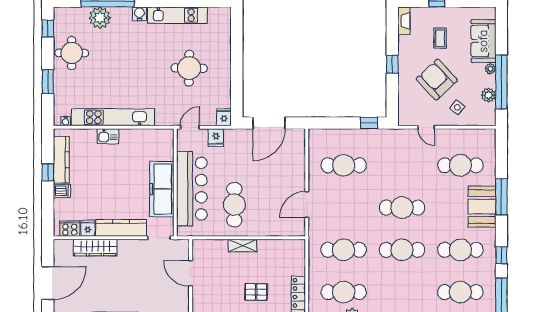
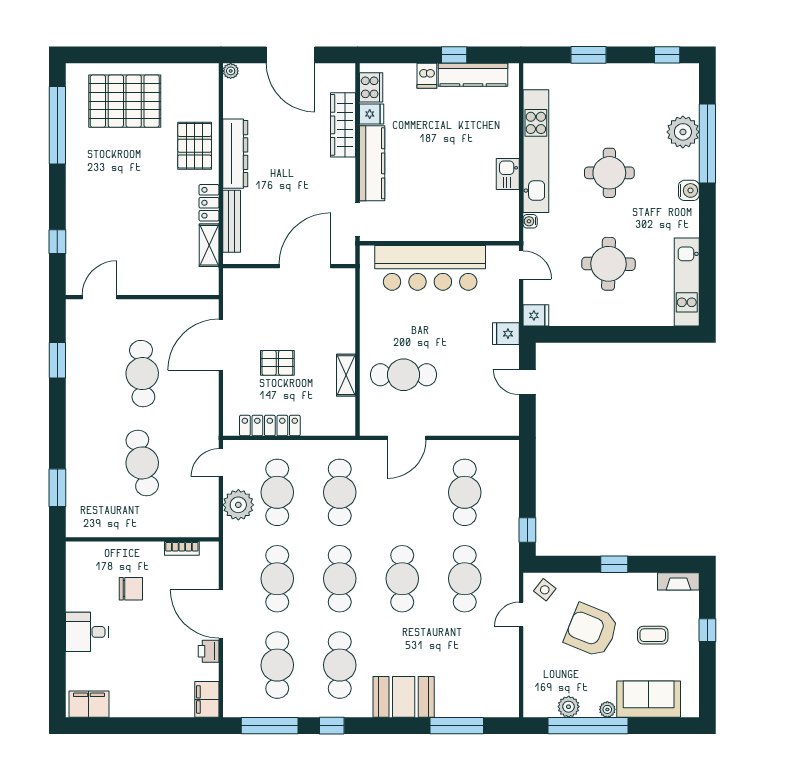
kitchen unit: (177, 15) -> (687, 282), moved
round table: (72, 53) -> (609, 173), moved
armchair: (437, 80) -> (591, 630), turned -115
side table: (457, 107) -> (545, 590), moved
water cooler: (66, 121) -> (530, 221), moved
door: (269, 123) -> (527, 382), width x0.53
kitchen sink: (108, 136) -> (508, 174), moved
fridge: (216, 137) -> (506, 334), moved
cafe table: (460, 165) -> (465, 579), moved
freezer: (162, 189) -> (430, 223), removed
window: (501, 197) -> (457, 726), moved
cafe table: (234, 205) -> (404, 375), moved
door: (307, 205) -> (407, 438), swing flipped
shelving: (243, 246) -> (346, 375), moved
door: (191, 273) -> (305, 266), width x1.36
pallet: (256, 292) -> (277, 363), turned 90
cafe table: (402, 292) -> (277, 579), added

